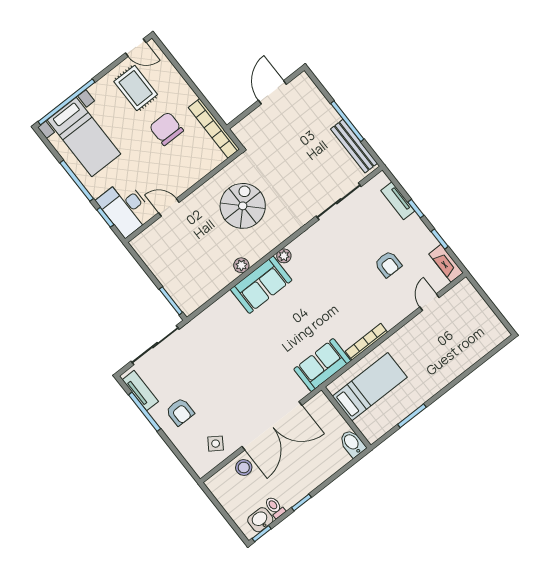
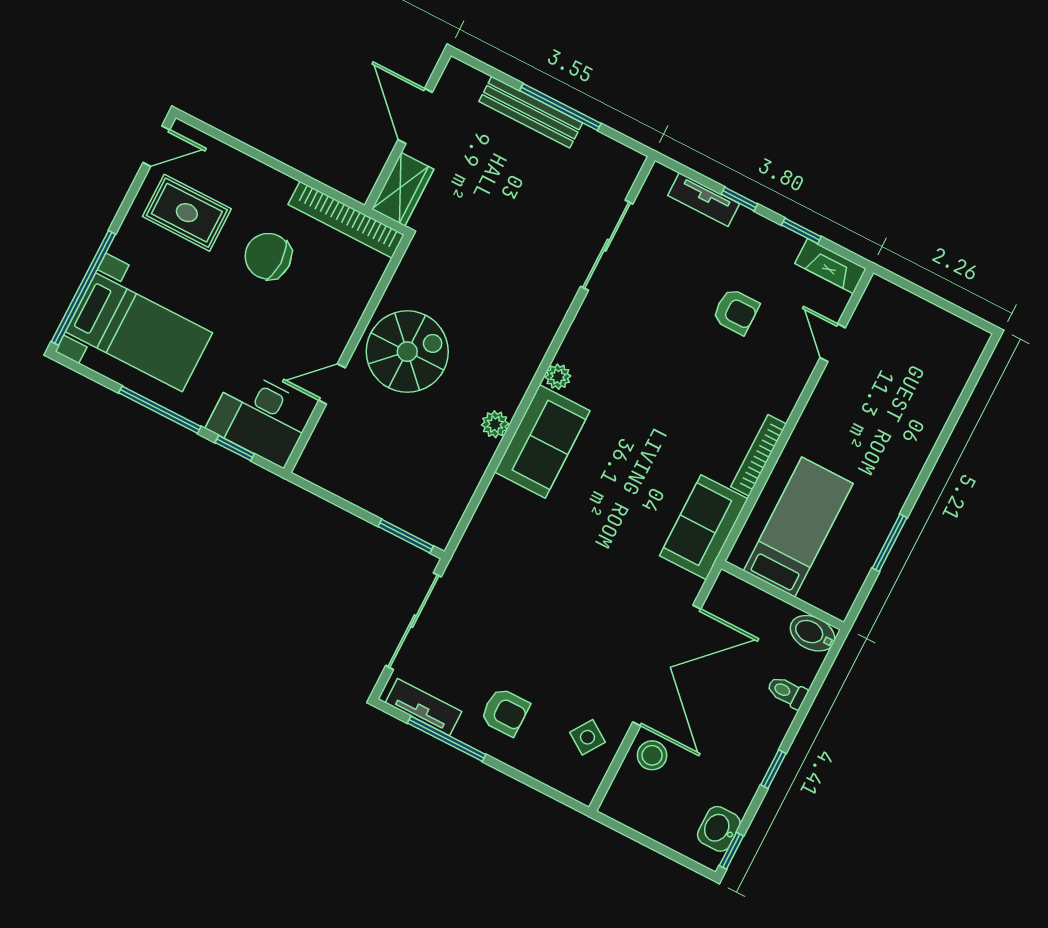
wardrobe: (249, 126) -> (403, 189), added
bench: (354, 146) -> (531, 112), moved
spiral stairs: (243, 206) -> (407, 352), moved, turned 90
toilet: (275, 507) -> (787, 692), moved

